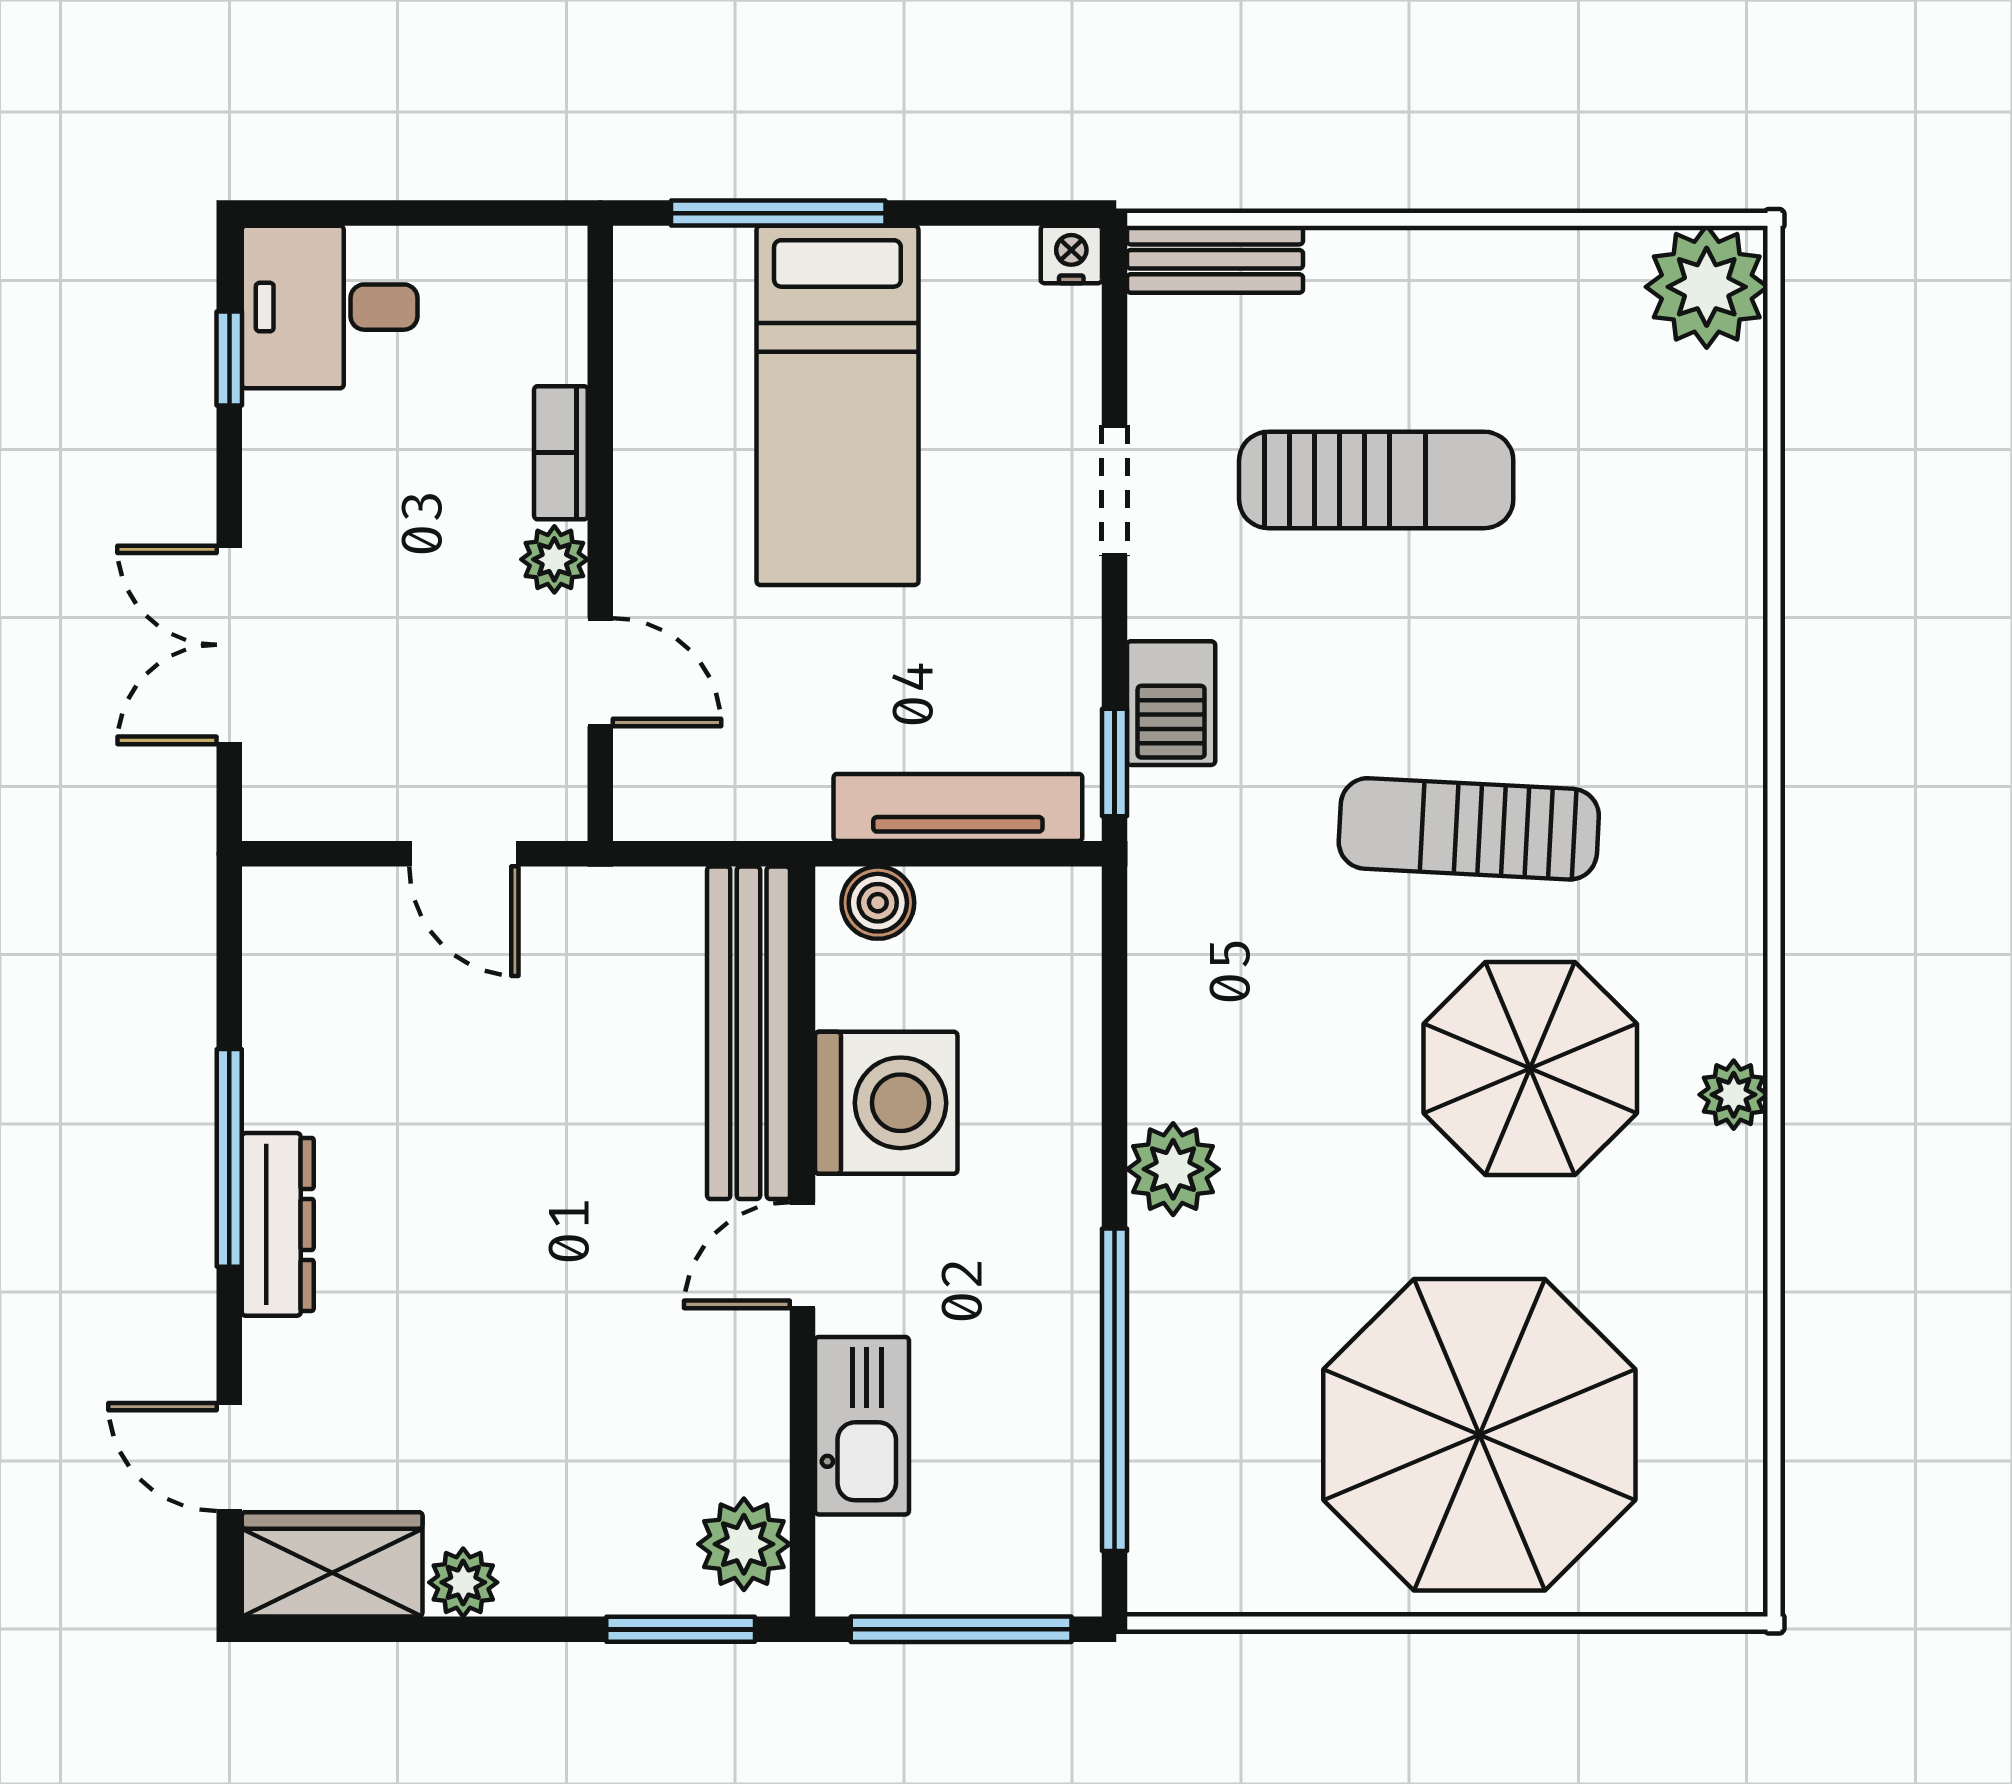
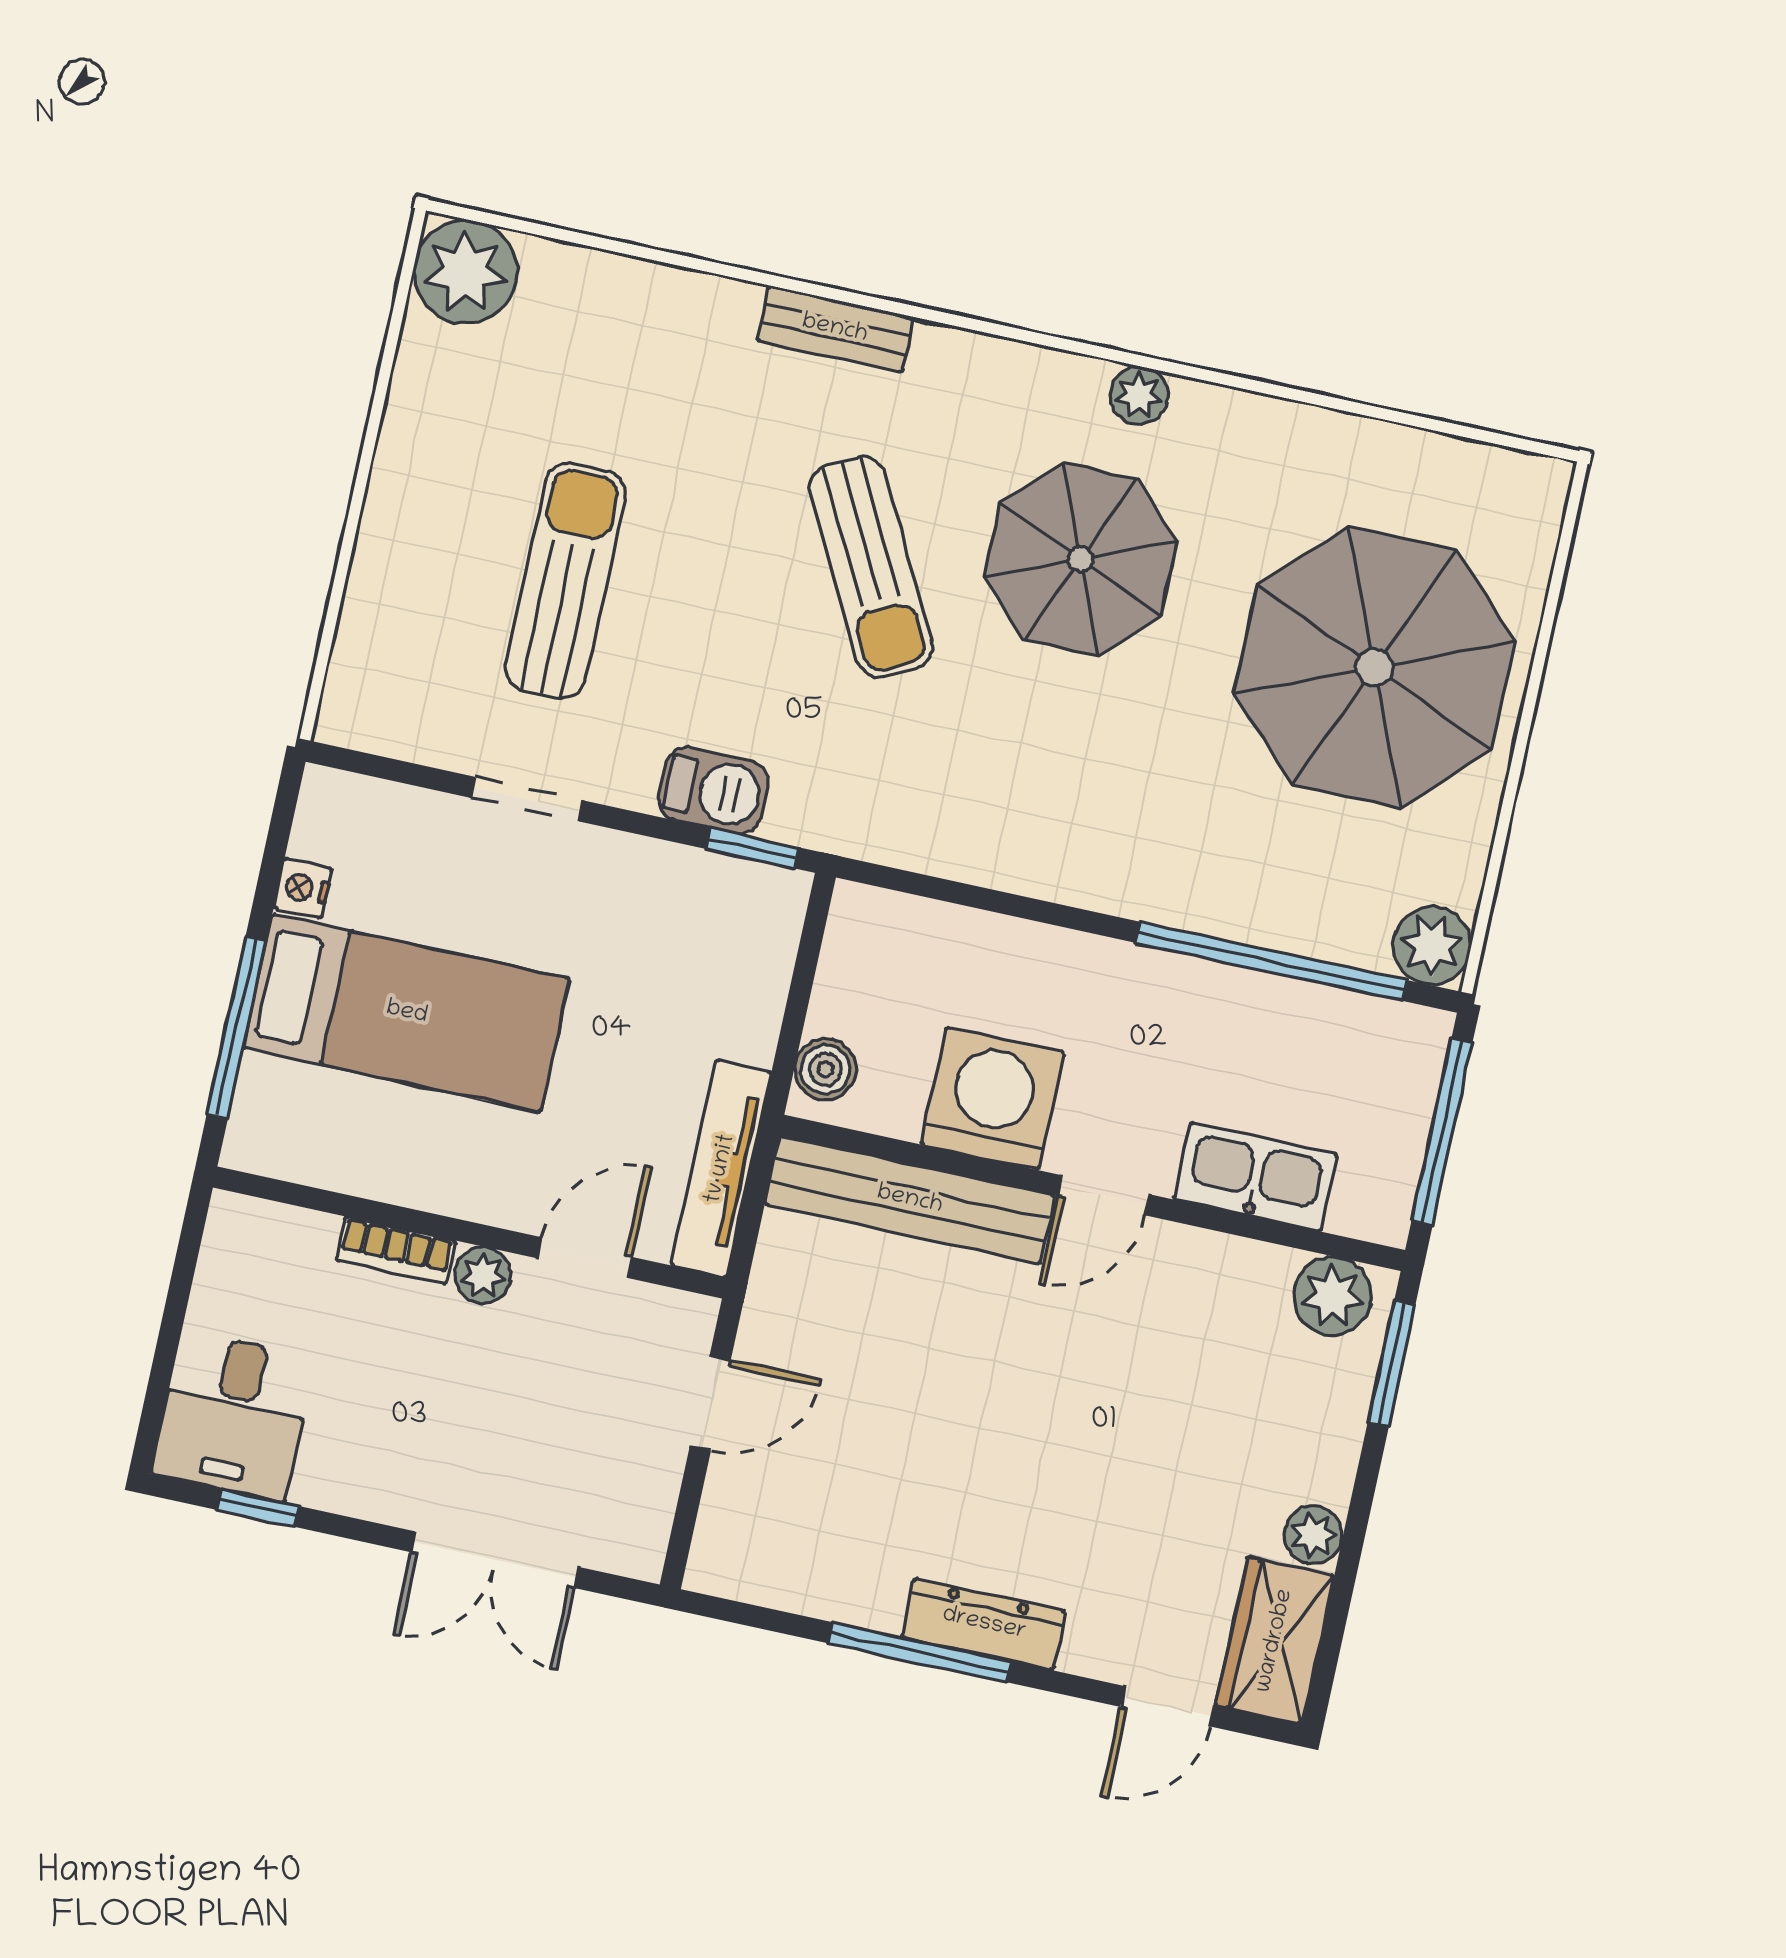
nightstand: (1071, 255) -> (303, 888), moved
bench: (1215, 259) -> (835, 329), moved, turned 90
tv unit: (958, 807) -> (721, 1169), moved
sun lounger: (1469, 829) -> (871, 567), turned -31
plant: (1173, 1169) -> (1432, 946), moved
door: (803, 1255) -> (1104, 1195), hinge flipped

